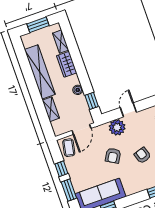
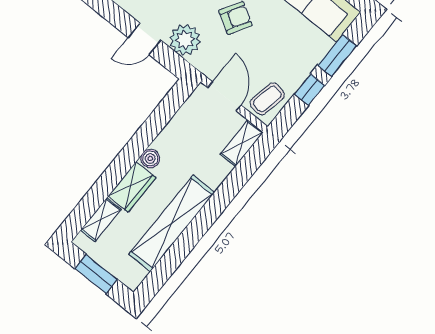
boiler: (78, 90) -> (150, 158), moved
window: (92, 101) -> (167, 109), removed
shelving: (51, 109) -> (242, 143), moved
door: (81, 129) -> (224, 96), hinge flipped

